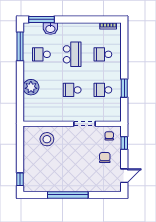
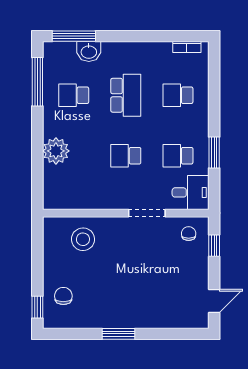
desk: (110, 112) -> (191, 192), added
chair: (105, 158) -> (63, 296), moved
window: (68, 195) -> (118, 334), width x0.47

